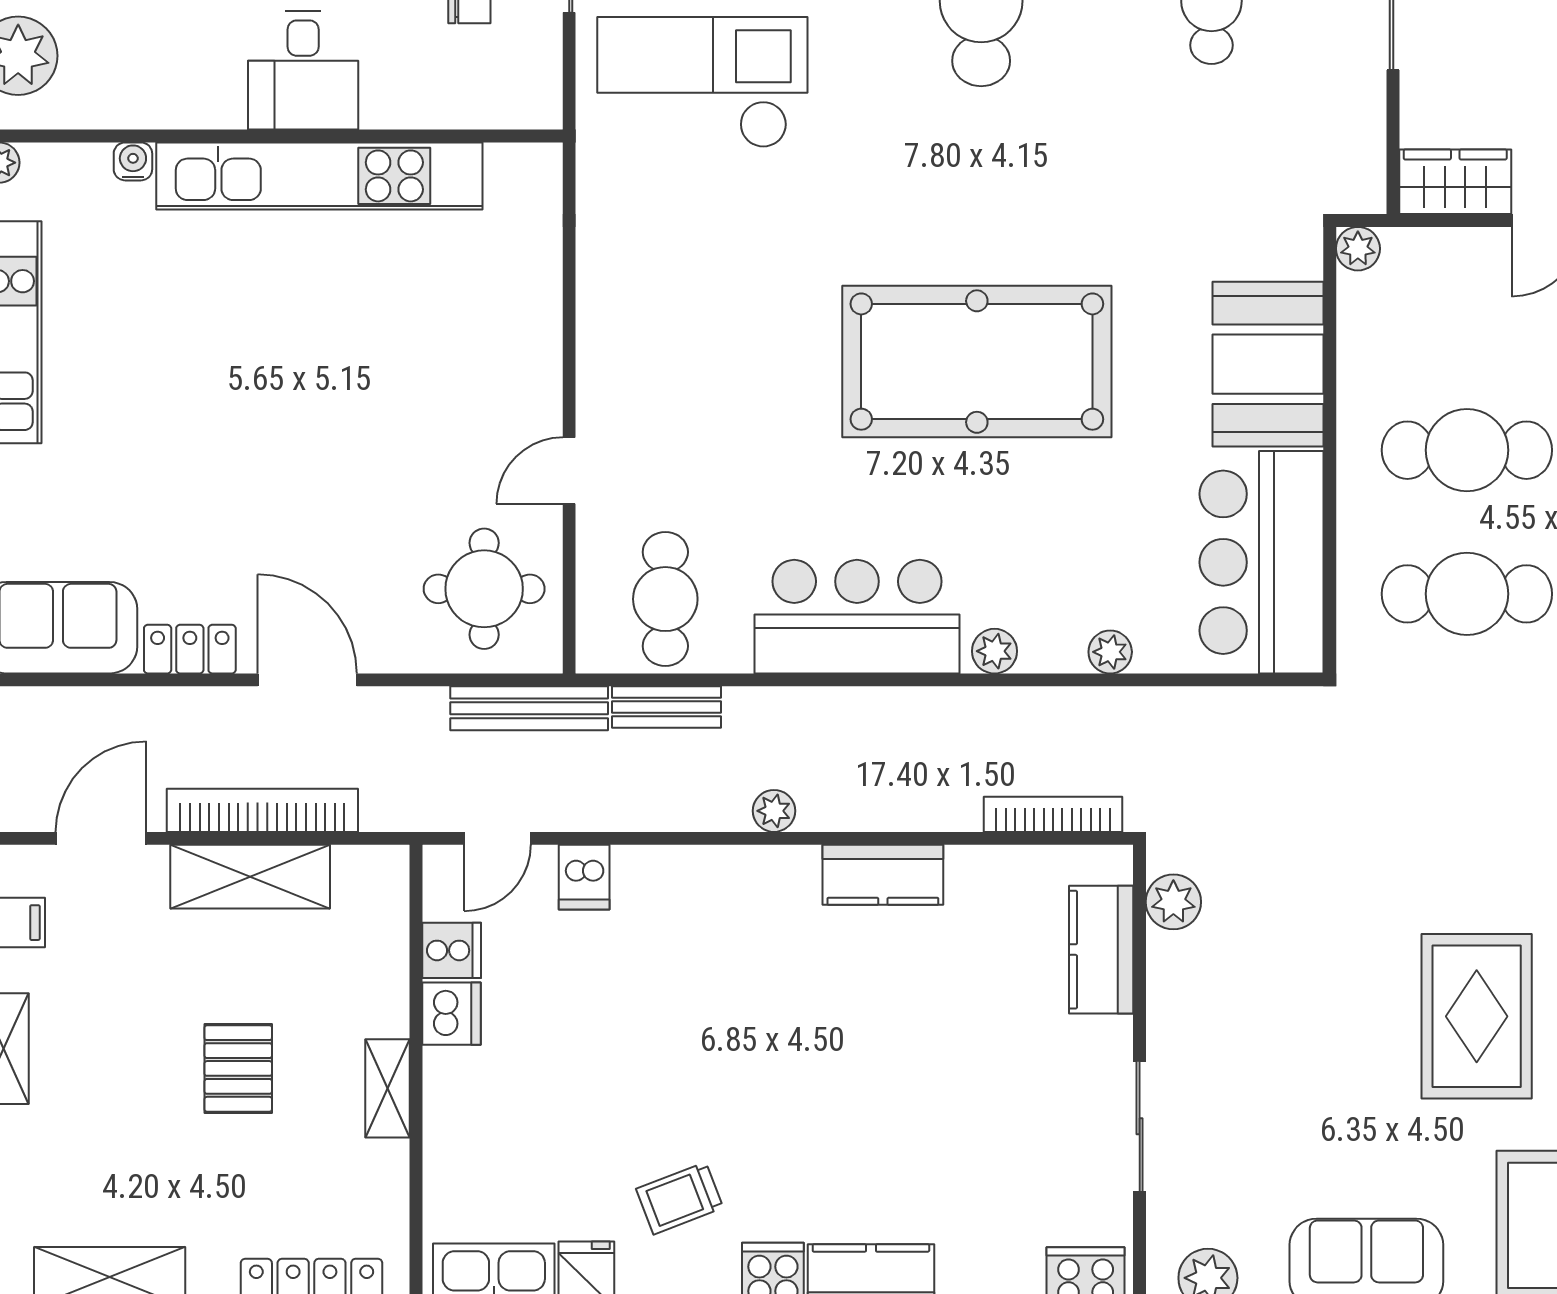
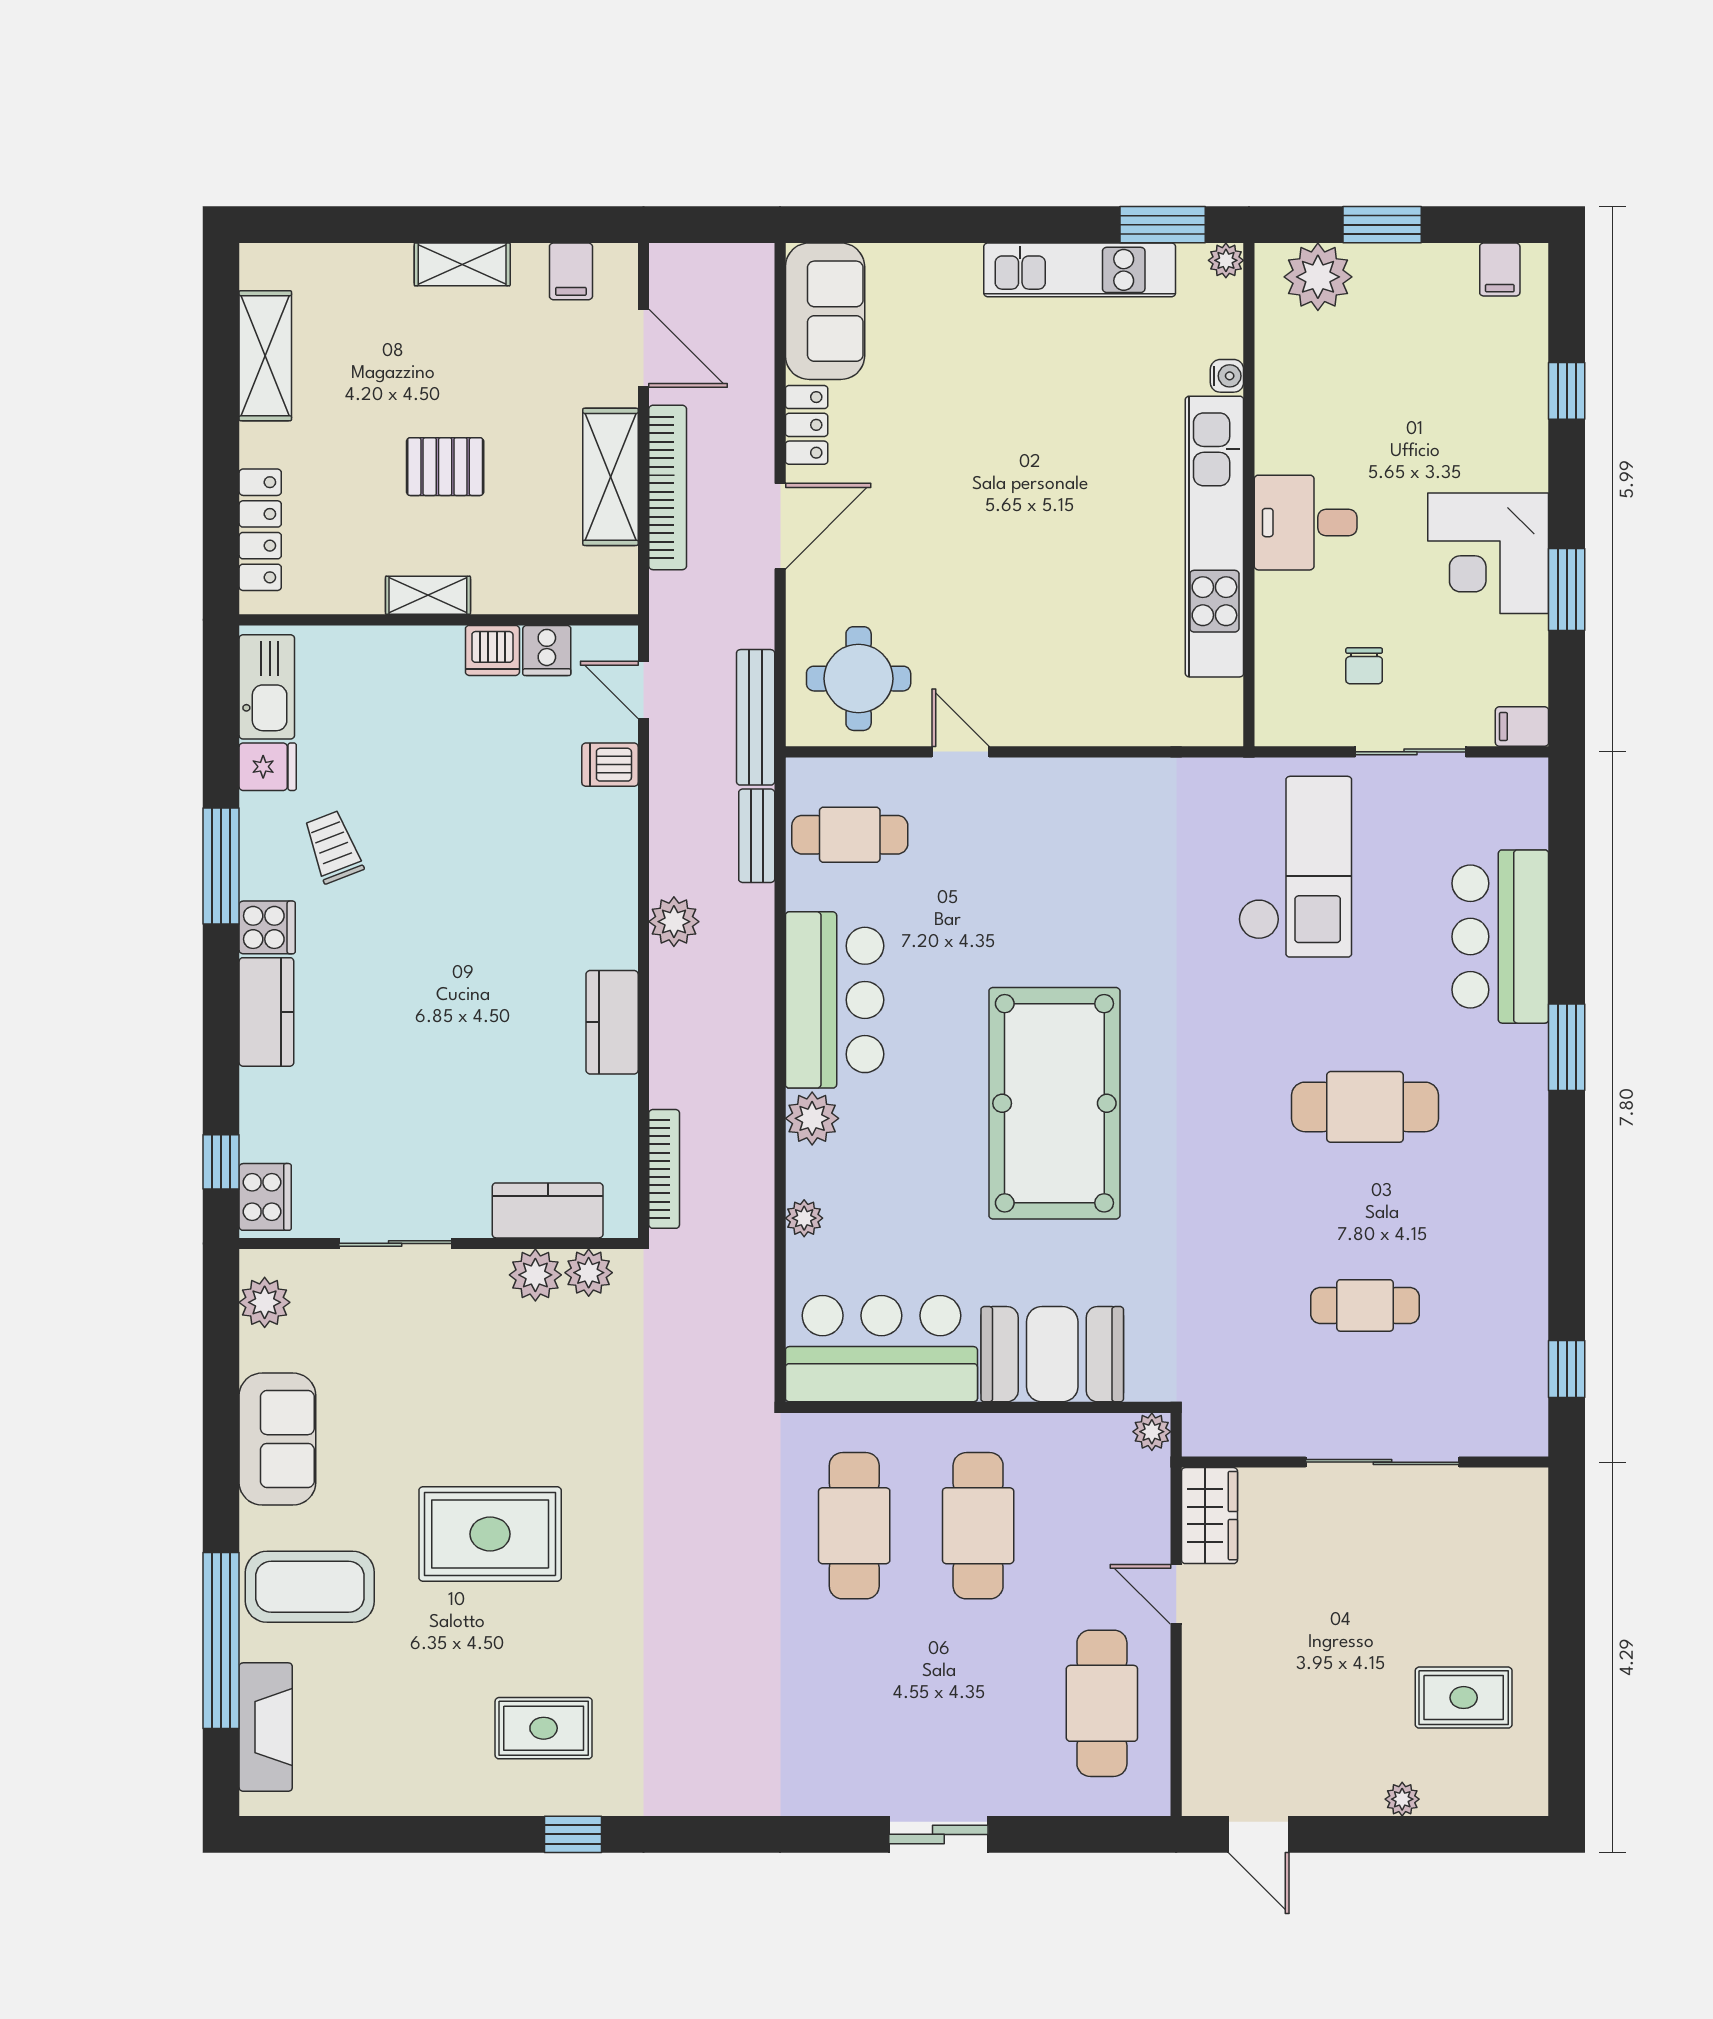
plant: (994, 651) -> (812, 1118), width x1.38, depth x1.38
plant: (774, 811) -> (674, 922), width x1.38, depth x1.38
plant: (1176, 964) -> (535, 1275), added

